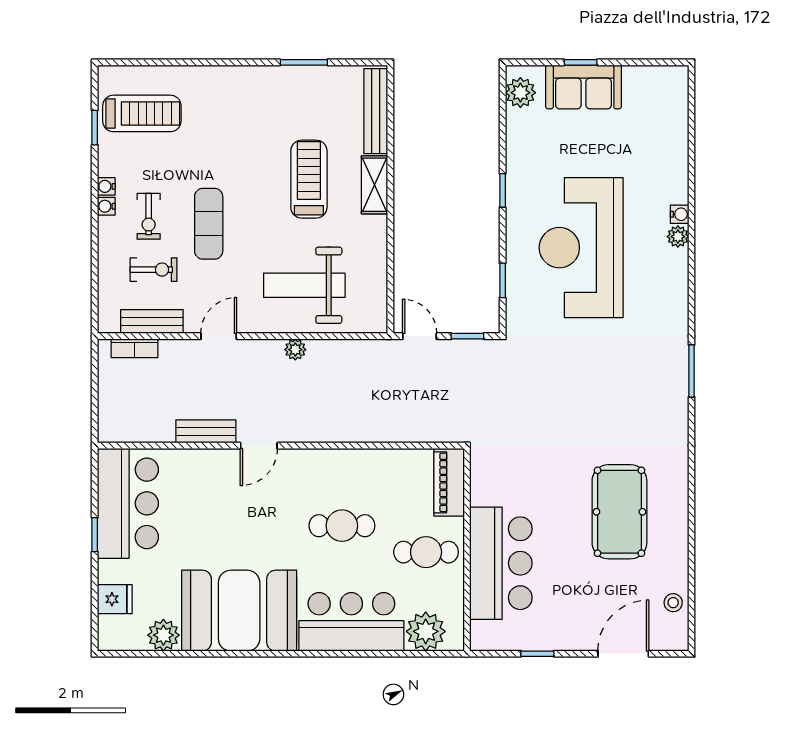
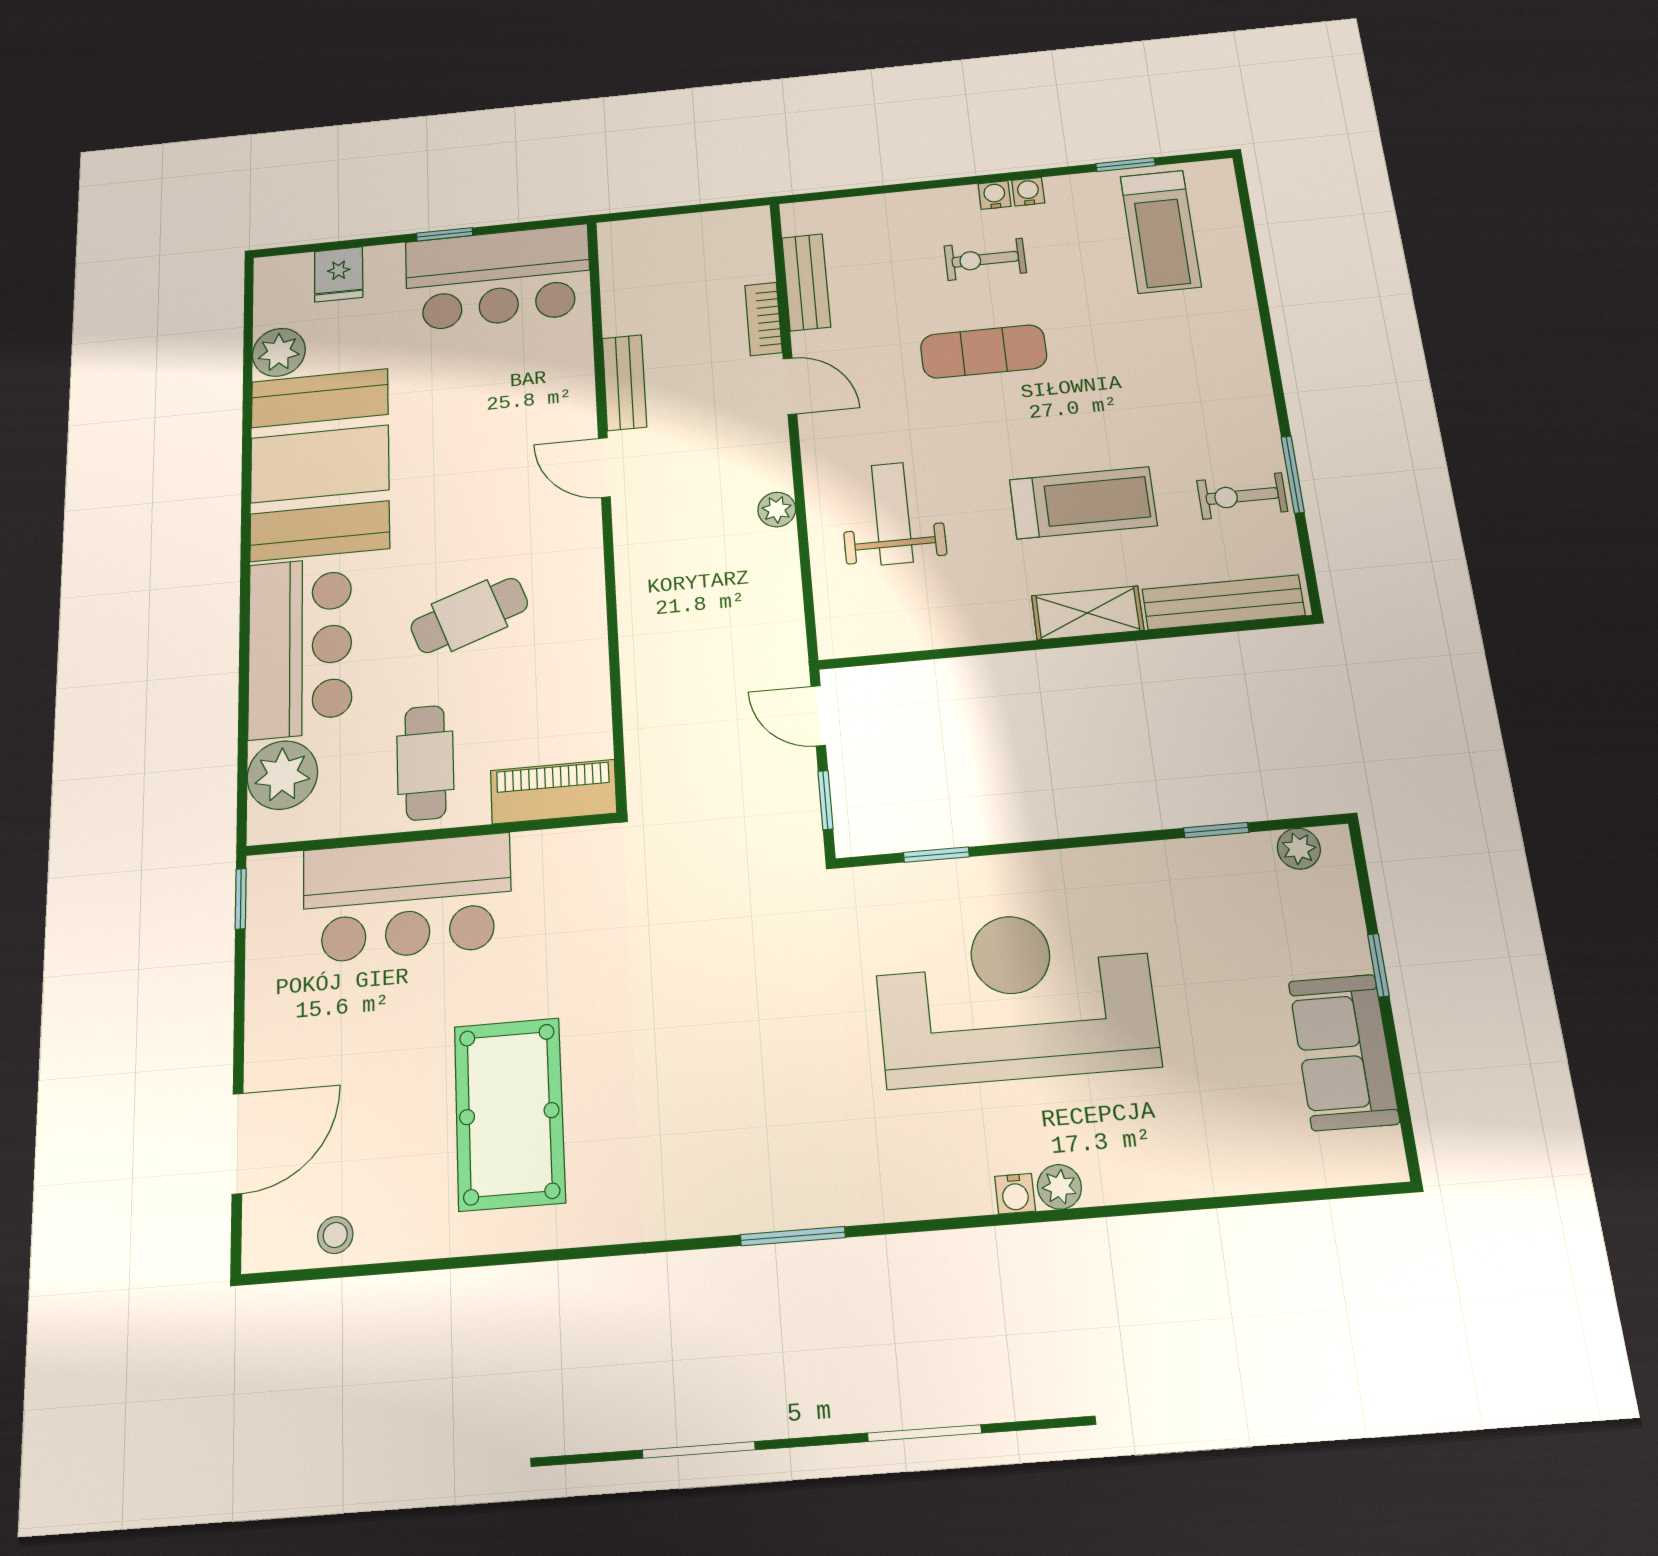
sofa: (584, 87) -> (1344, 1052), moved
plant: (520, 93) -> (1299, 849), width x0.73, depth x0.73
window: (503, 190) -> (1216, 830), moved
water cooler: (680, 214) -> (1015, 1194), moved
exercise bike: (154, 270) -> (1242, 496), moved, turned 90
weight bench: (304, 285) -> (892, 513), width x0.73, depth x0.75
door: (420, 336) -> (818, 716), swing flipped
bookcase: (134, 348) -> (763, 319), moved
pool table: (619, 512) -> (509, 1114), turned 90
cafe table: (342, 526) -> (469, 615), turned 70
window: (537, 654) -> (241, 899), moved
door: (623, 654) -> (237, 1143), hinge flipped

